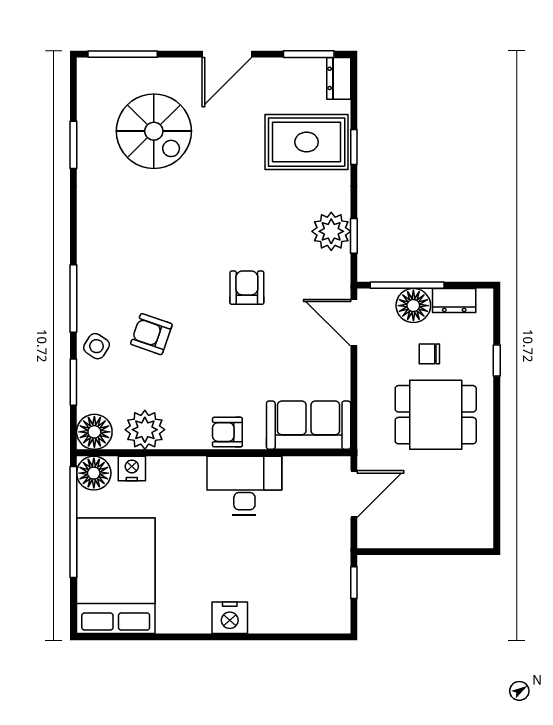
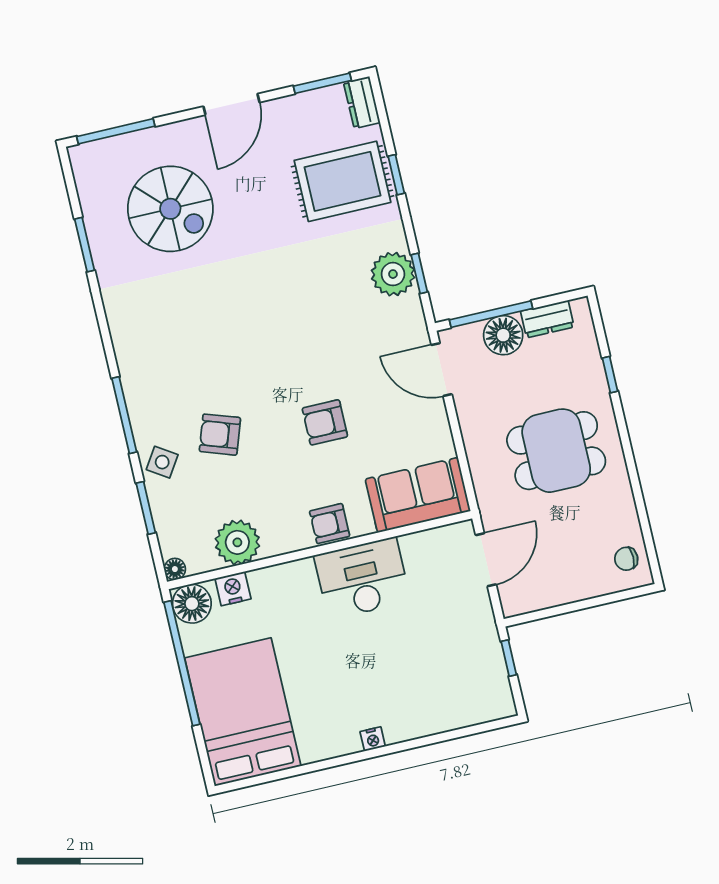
armchair: (247, 288) -> (325, 422), moved, turned -90
chair: (429, 354) -> (626, 559), moved
floor lamp: (94, 432) -> (175, 569), width x0.53, depth x0.53
nightstand: (230, 618) -> (373, 739), width x0.53, depth x0.56

